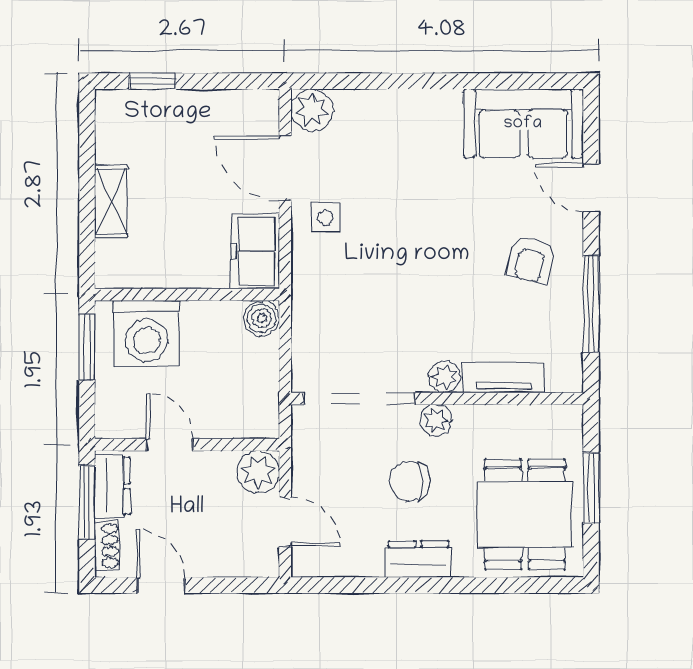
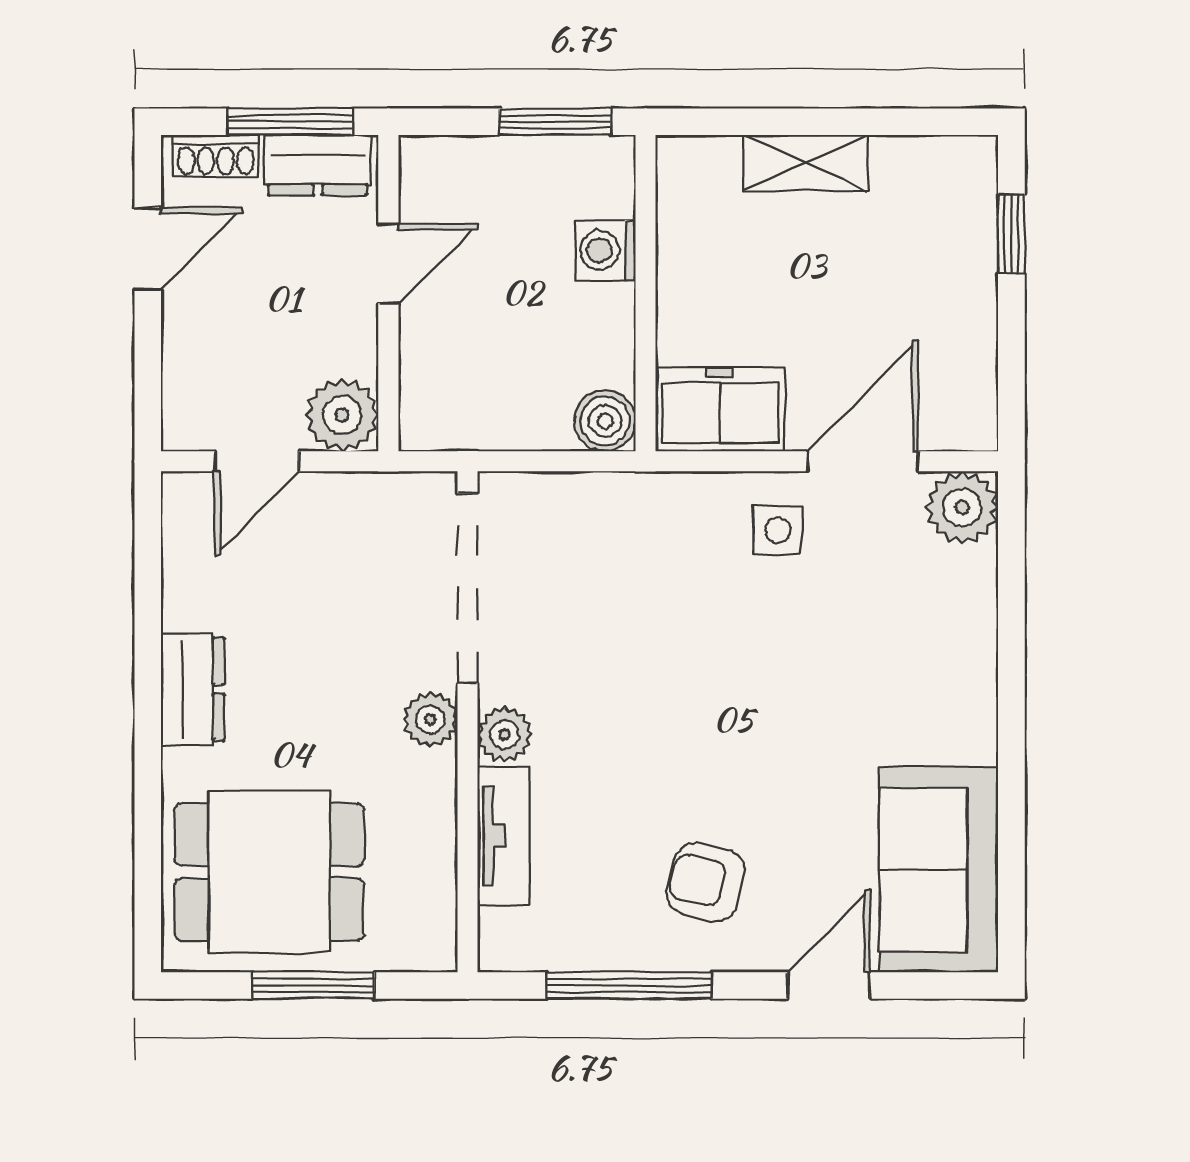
washing machine: (146, 334) -> (605, 250), width x0.53, depth x0.53
chair: (410, 481) -> (326, 675), removed

